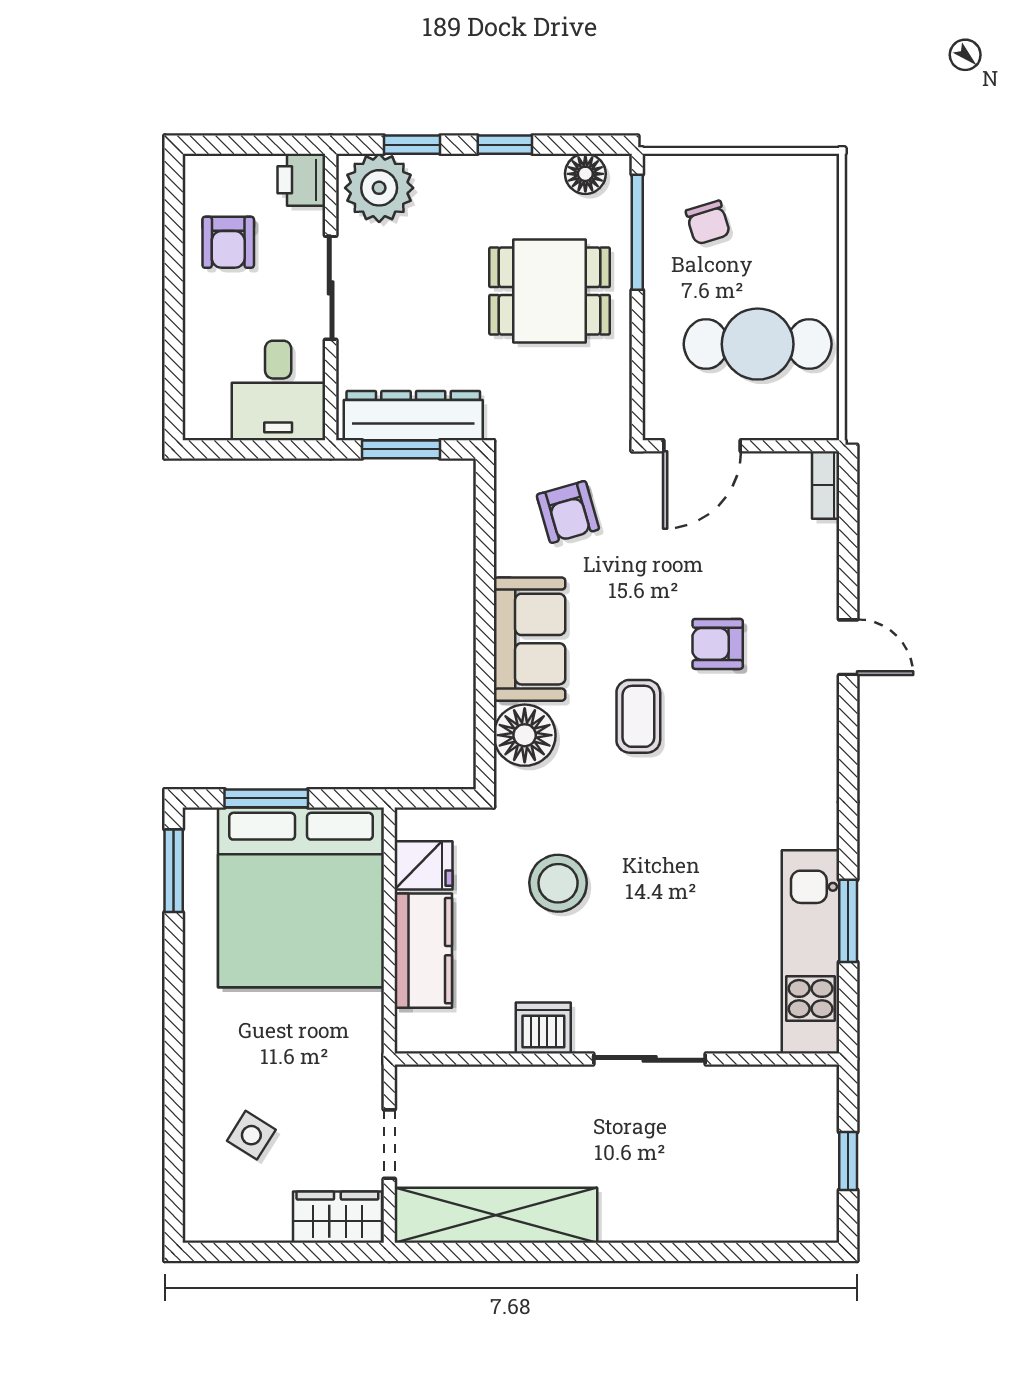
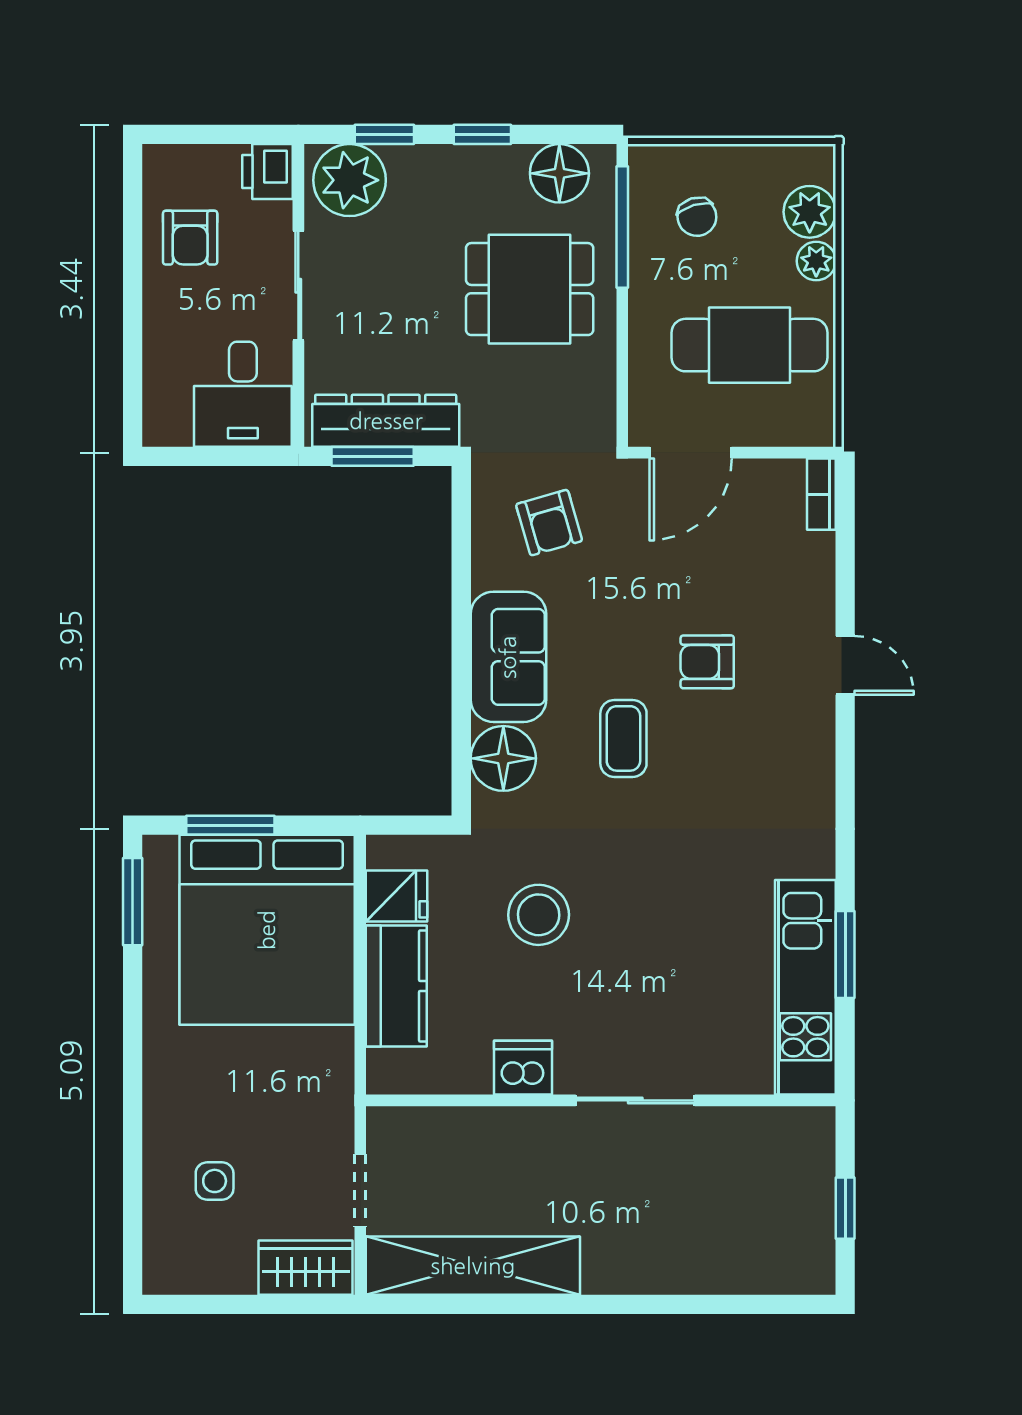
floor lamp: (585, 174) -> (559, 173), width x1.38, depth x1.38
plant: (815, 218) -> (810, 212), added
plant: (821, 264) -> (816, 261), added
side table: (251, 1135) -> (215, 1181), turned -32

